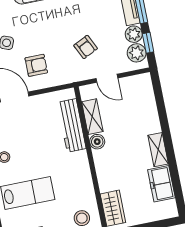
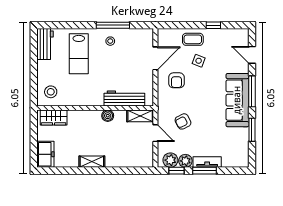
door: (107, 78) -> (155, 133), swing flipped
shelving: (92, 117) -> (140, 116), moved
freezer: (161, 184) -> (45, 154), moved, turned 90

